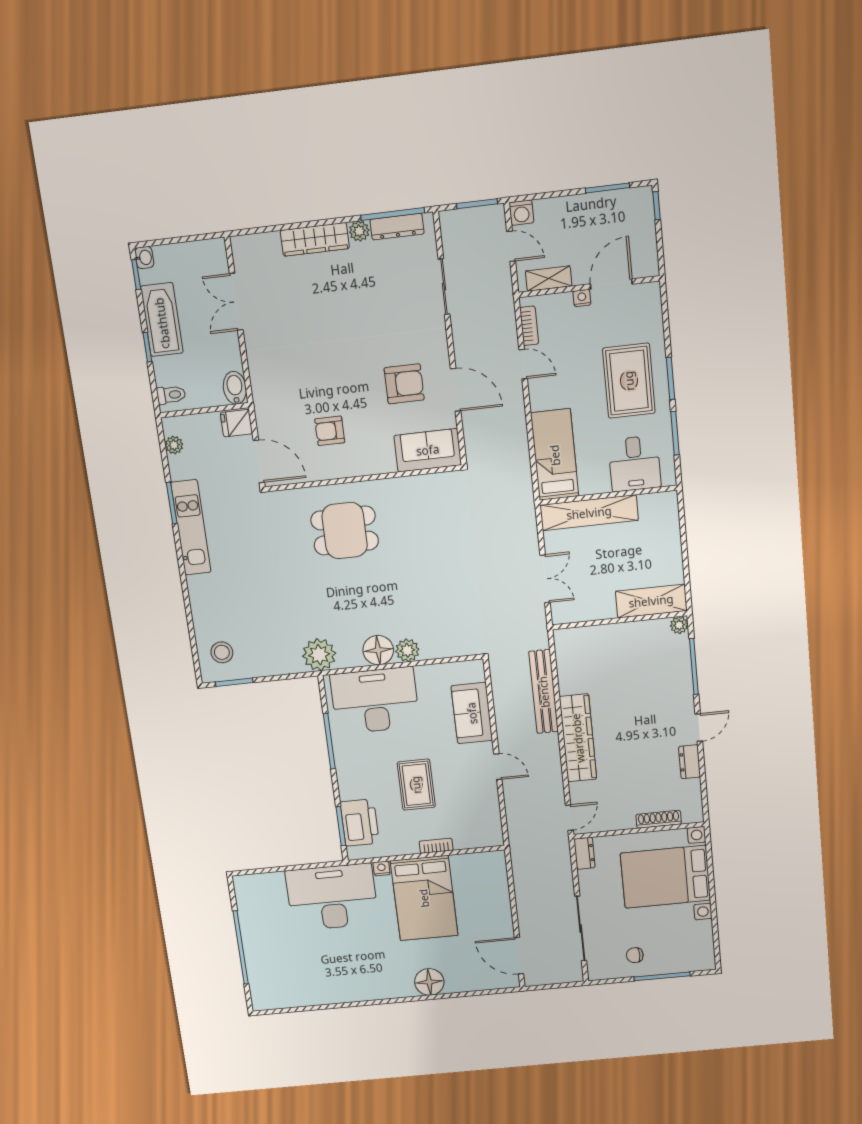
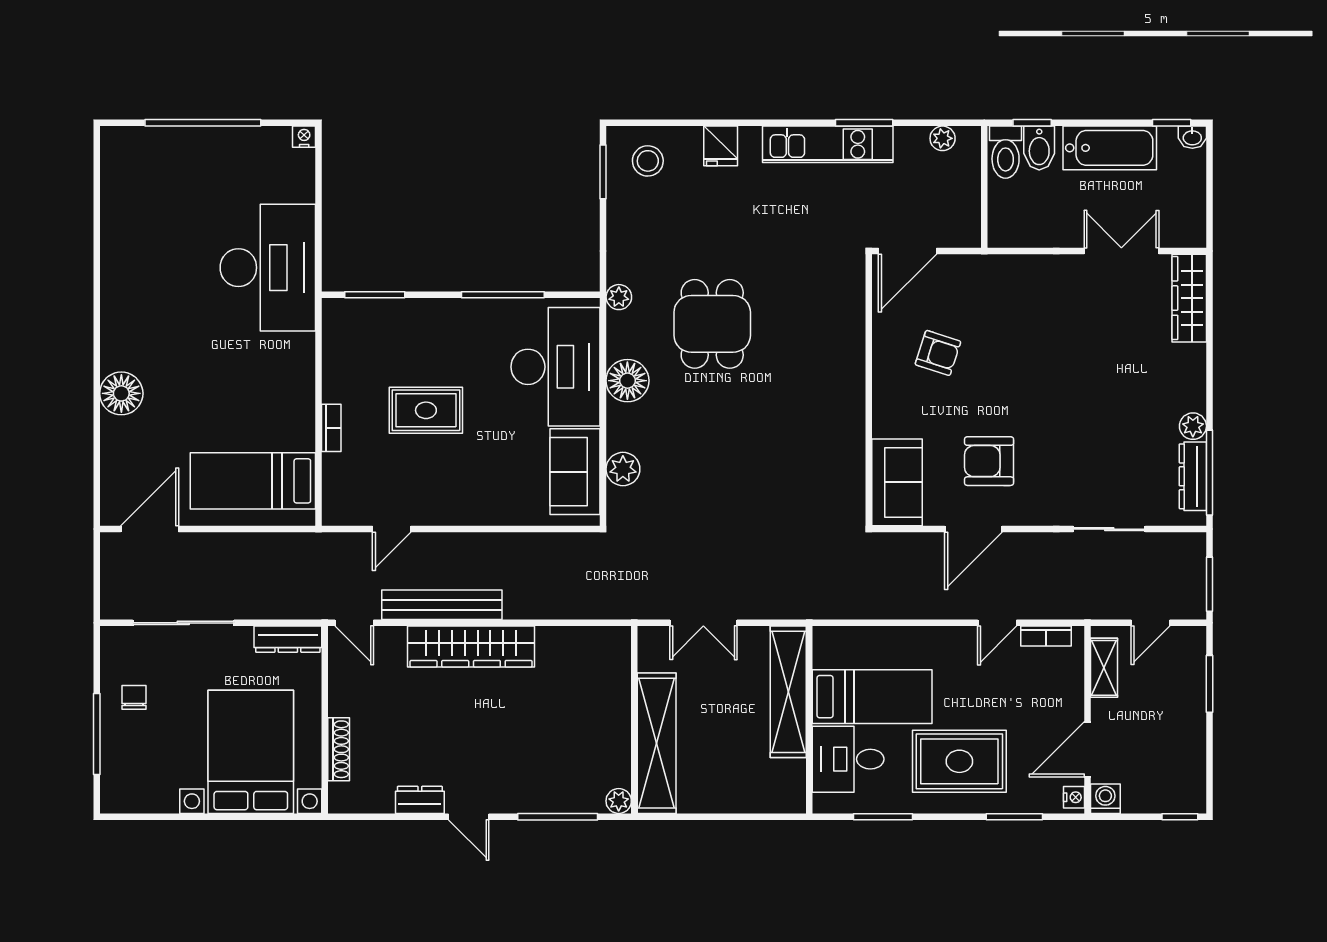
window: (607, 188) -> (1209, 684), moved
washing machine: (521, 213) -> (1105, 799), moved, turned 90
wardrobe: (315, 239) -> (1189, 298), moved
door: (611, 284) -> (1087, 749), swing flipped
nightstand: (582, 298) -> (1074, 797), moved
window: (147, 347) -> (1032, 123), moved
window: (671, 378) -> (1014, 817), moved
armchair: (404, 384) -> (989, 461), turned 90
bidet: (235, 388) -> (1039, 148), moved, turned 90
toilet: (171, 395) -> (1006, 152), width x1.37, depth x1.39
fridge: (236, 423) -> (721, 146), moved, turned 180
armchair: (330, 431) -> (938, 353), turned 108
bed: (555, 455) -> (872, 697), moved
dining table: (345, 531) -> (712, 324), moved
shelving: (651, 601) -> (657, 743), width x1.47
plant: (407, 650) -> (623, 469), moved
plant: (319, 655) -> (619, 297), width x0.53, depth x0.53
bench: (544, 692) -> (442, 605), moved
sofa: (472, 713) -> (575, 472), moved, turned -90
door: (498, 767) -> (392, 529), moved
printer: (360, 823) -> (377, 322), removed
dresser: (584, 853) -> (288, 639), width x1.44
nightstand: (382, 868) -> (304, 137), moved, turned -90
bed: (424, 898) -> (253, 481), moved, width x0.67

